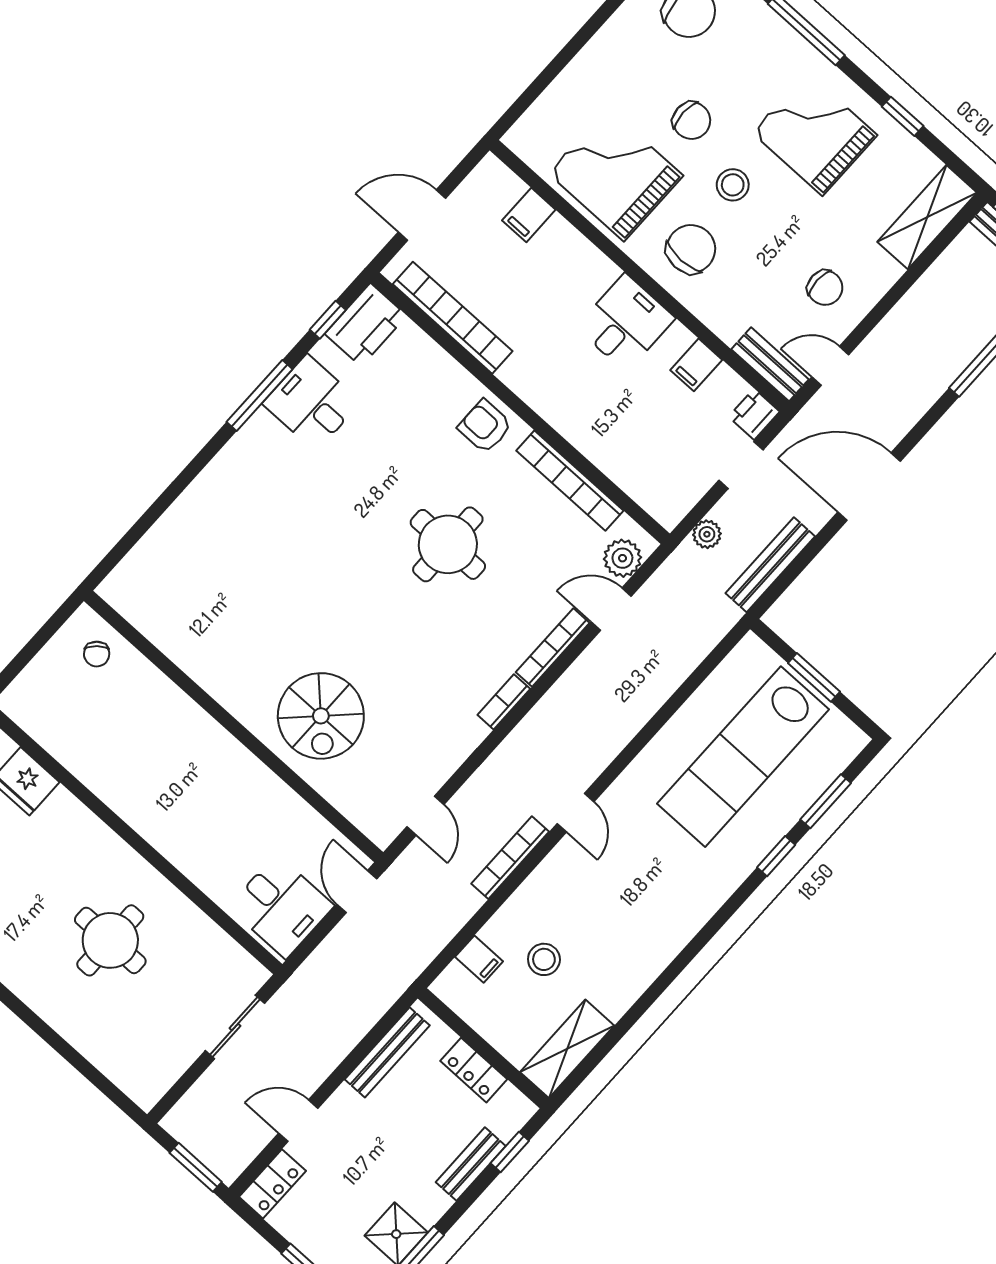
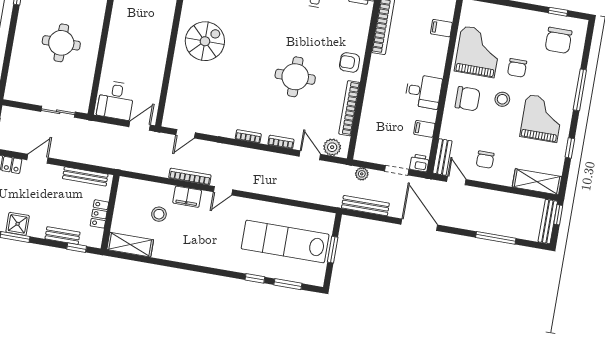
armchair: (485, 426) -> (350, 62), turned -90
bookcase: (553, 647) -> (281, 142), width x0.64
spiral stairs: (321, 716) -> (205, 41), moved, turned 180
filing cabinet: (479, 959) -> (187, 197), moved, width x2.00
door: (298, 1121) -> (37, 159), hinge flipped

